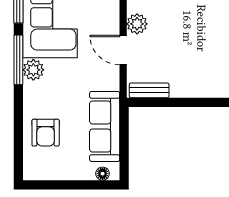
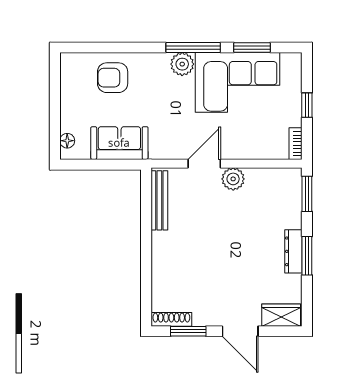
bench: (149, 90) -> (159, 200), width x1.36
sofa: (105, 126) -> (119, 143), width x0.73

